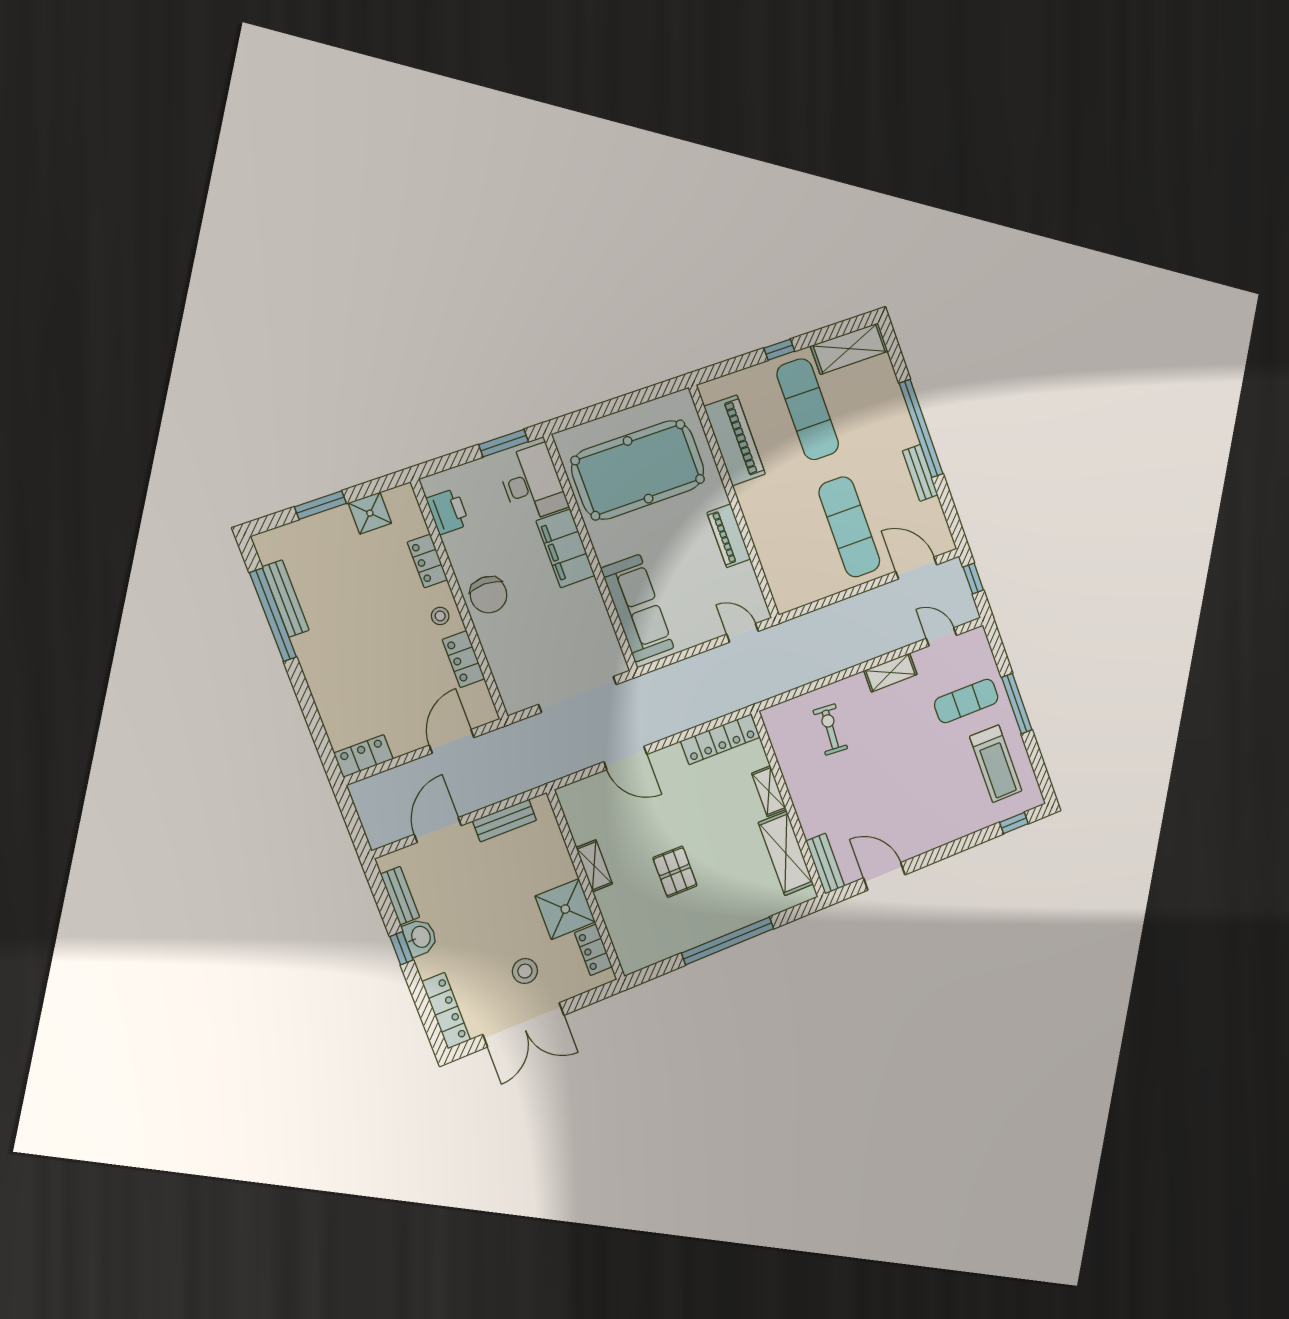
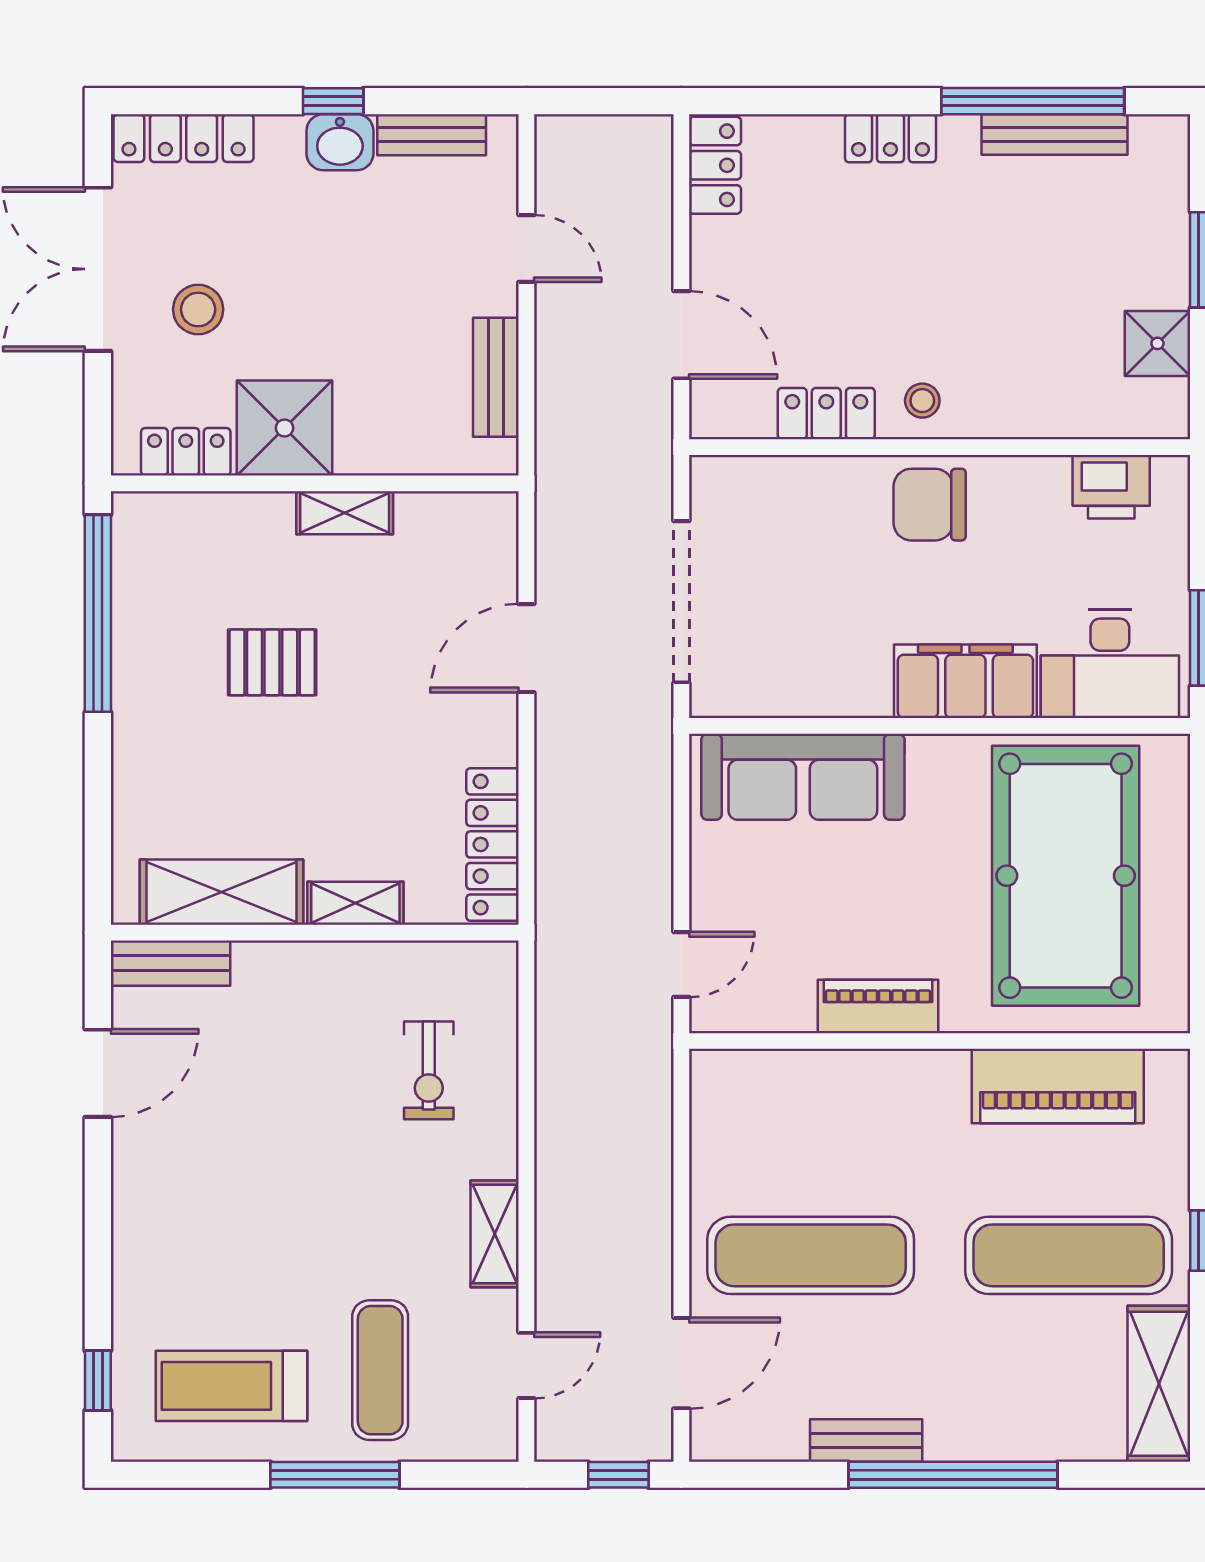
locker: (427, 561) -> (890, 138), moved, turned 180
exercise bike: (830, 729) -> (429, 1070), turned 86
door: (438, 830) -> (526, 248), width x0.73
window: (728, 941) -> (98, 613), moved

